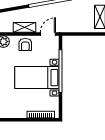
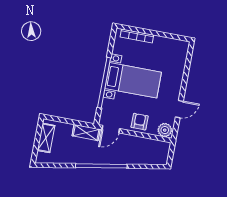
shelving: (25, 27) -> (86, 132), moved

